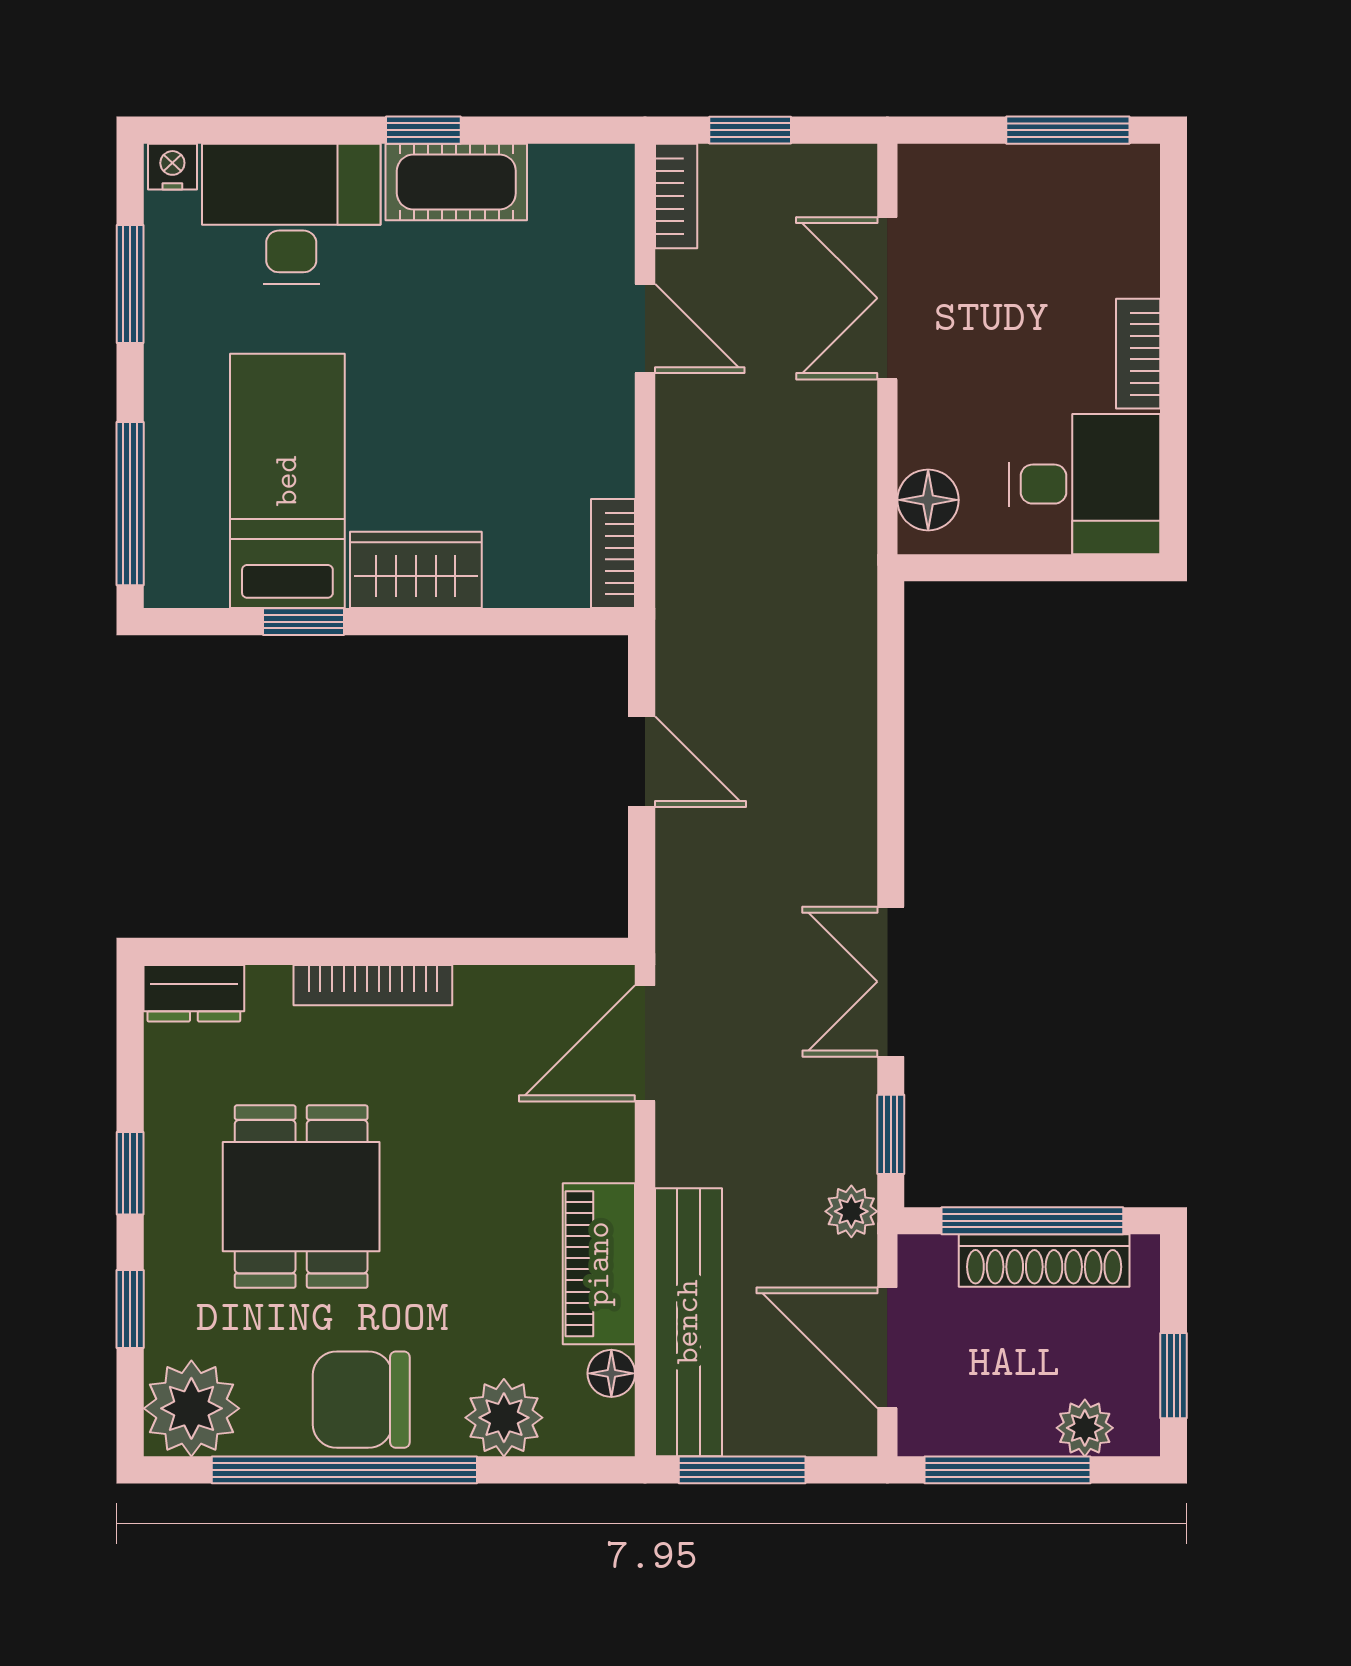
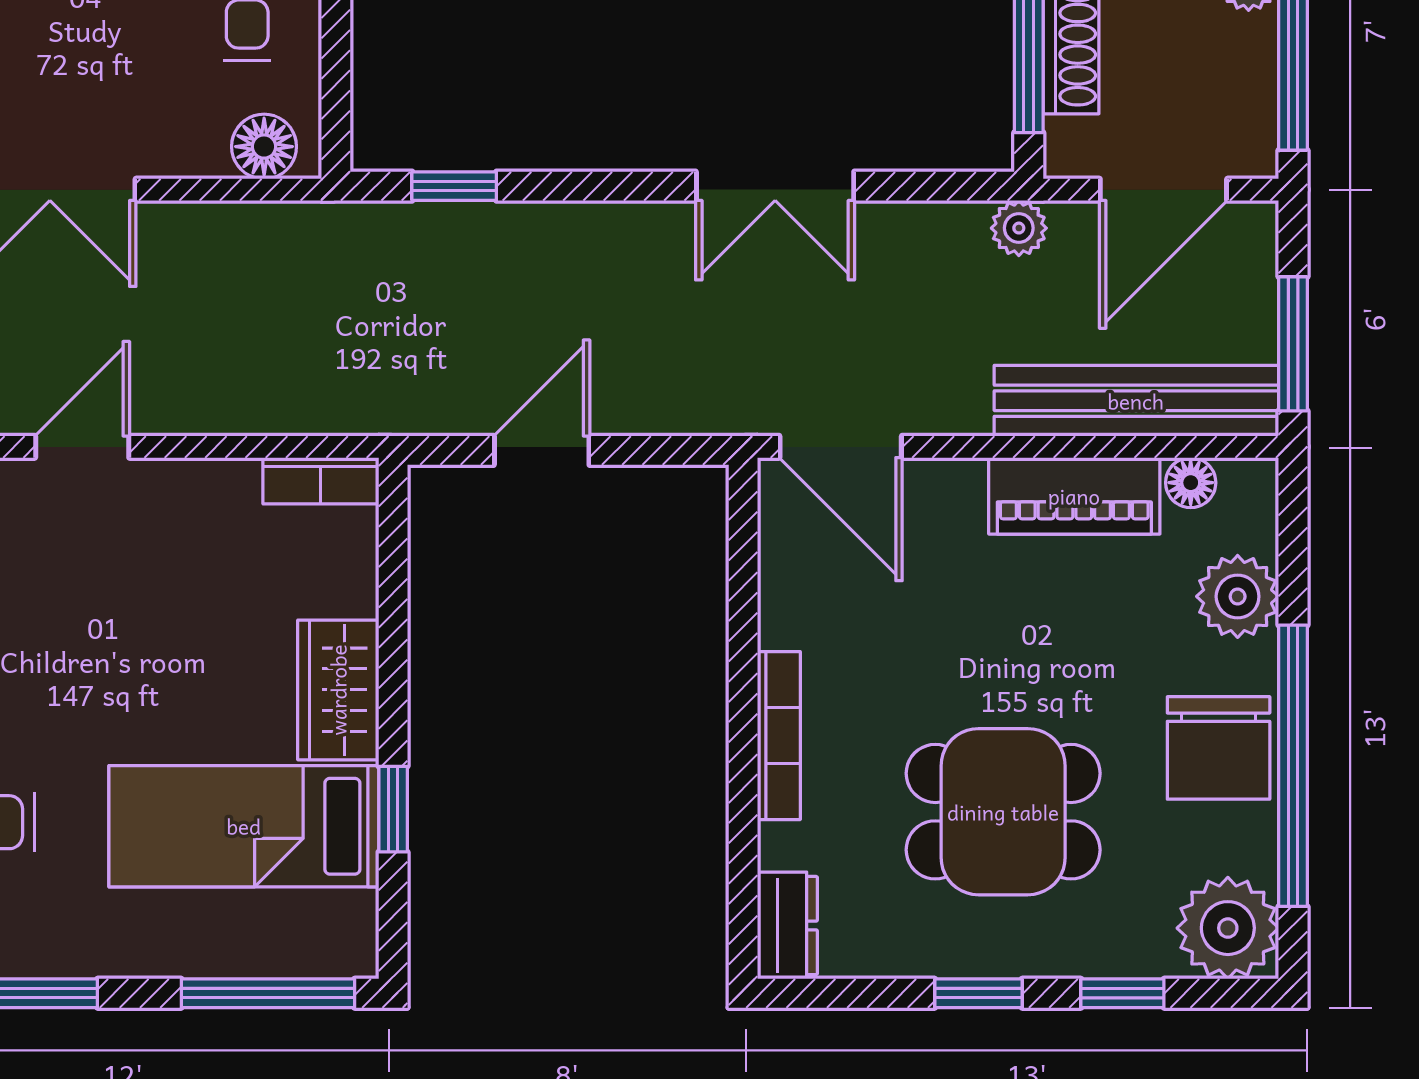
window: (891, 1134) -> (454, 186), moved

